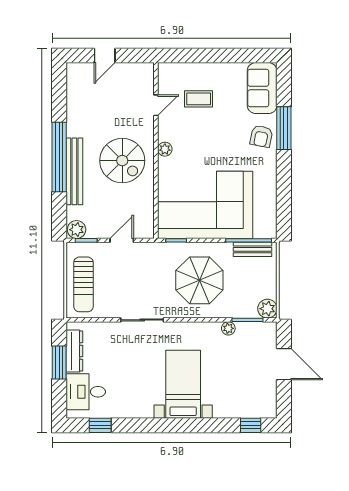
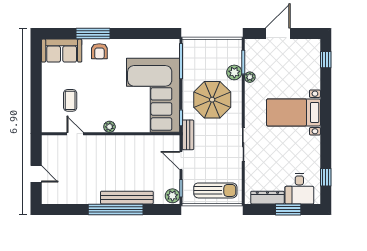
armchair: (261, 136) -> (99, 51), turned 79
spiral stairs: (122, 161) -> (118, 160), removed
bench: (252, 249) -> (188, 135), moved
plant: (267, 309) -> (234, 72), moved
window: (59, 362) -> (288, 209), moved

